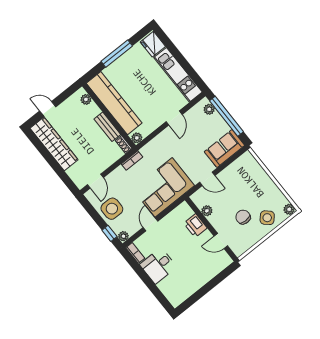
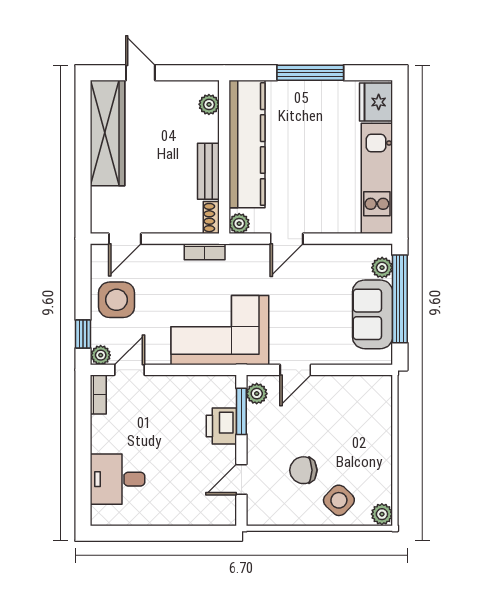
door: (174, 118) -> (287, 239), moved
sofa: (224, 149) -> (373, 314), moved, turned -90
door: (207, 179) -> (295, 370), hinge flipped
plant: (207, 211) -> (257, 394), moved
window: (199, 213) -> (241, 411), added
chair: (243, 217) -> (303, 470), turned -90
door: (150, 224) -> (130, 370), moved
door: (221, 241) -> (241, 479), hinge flipped
desk: (158, 266) -> (118, 479), moved

